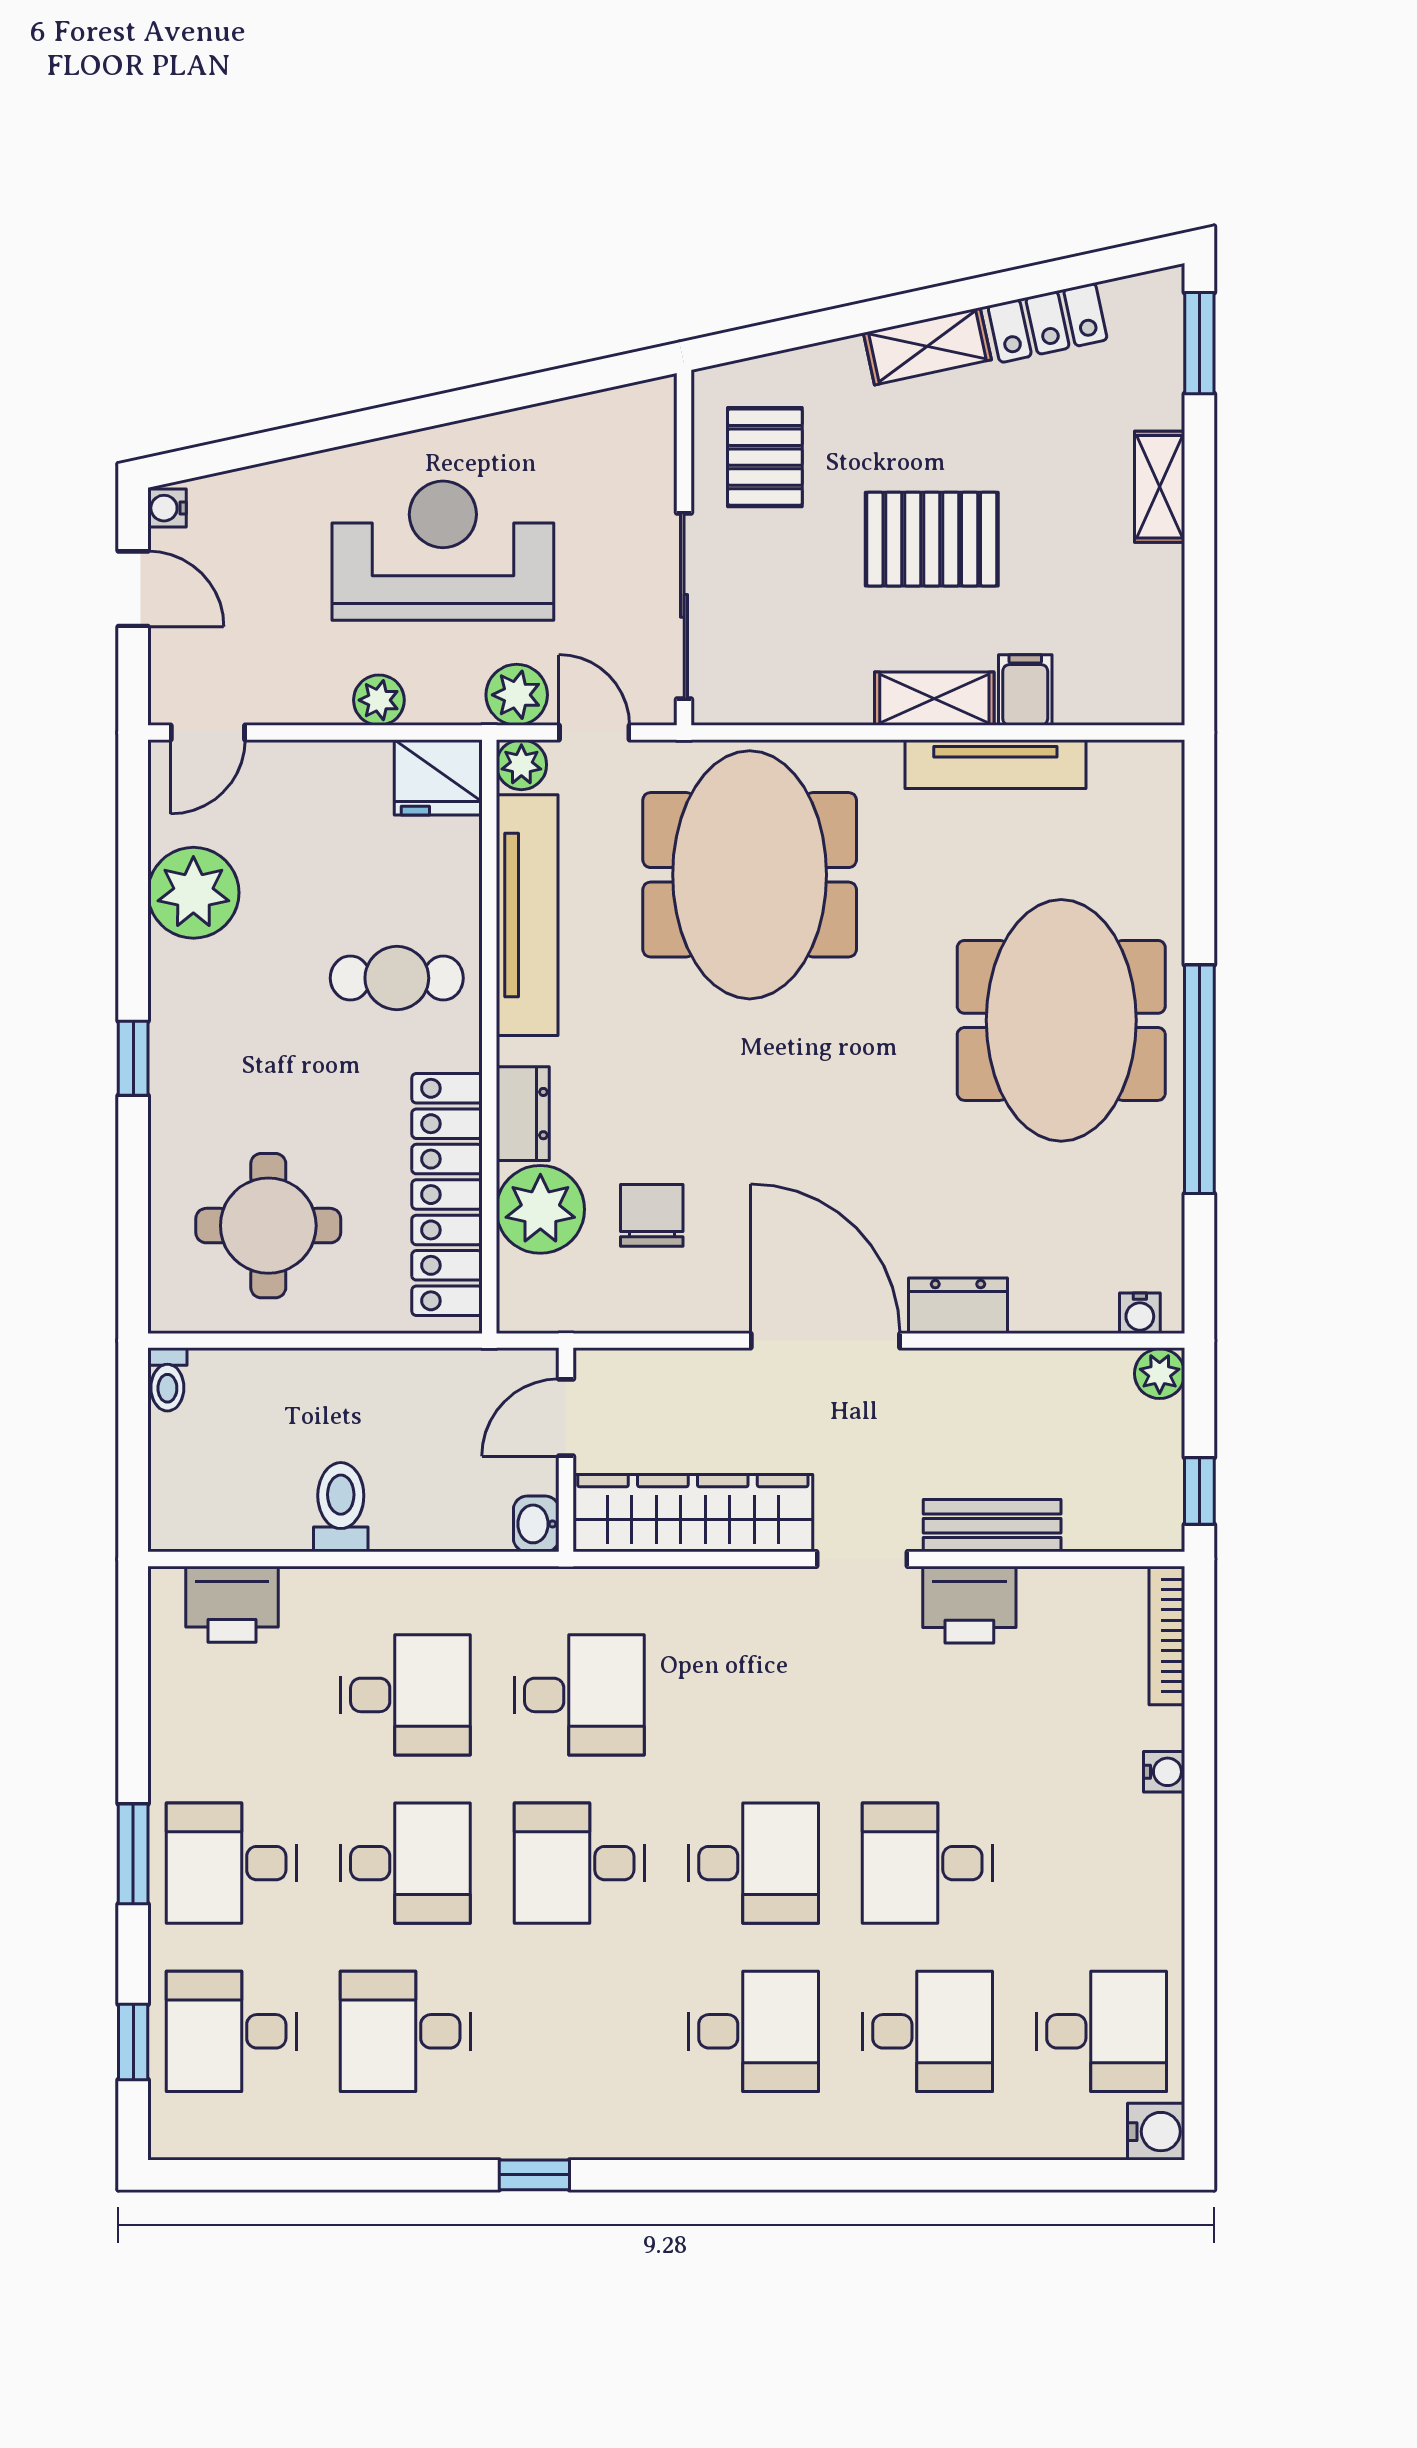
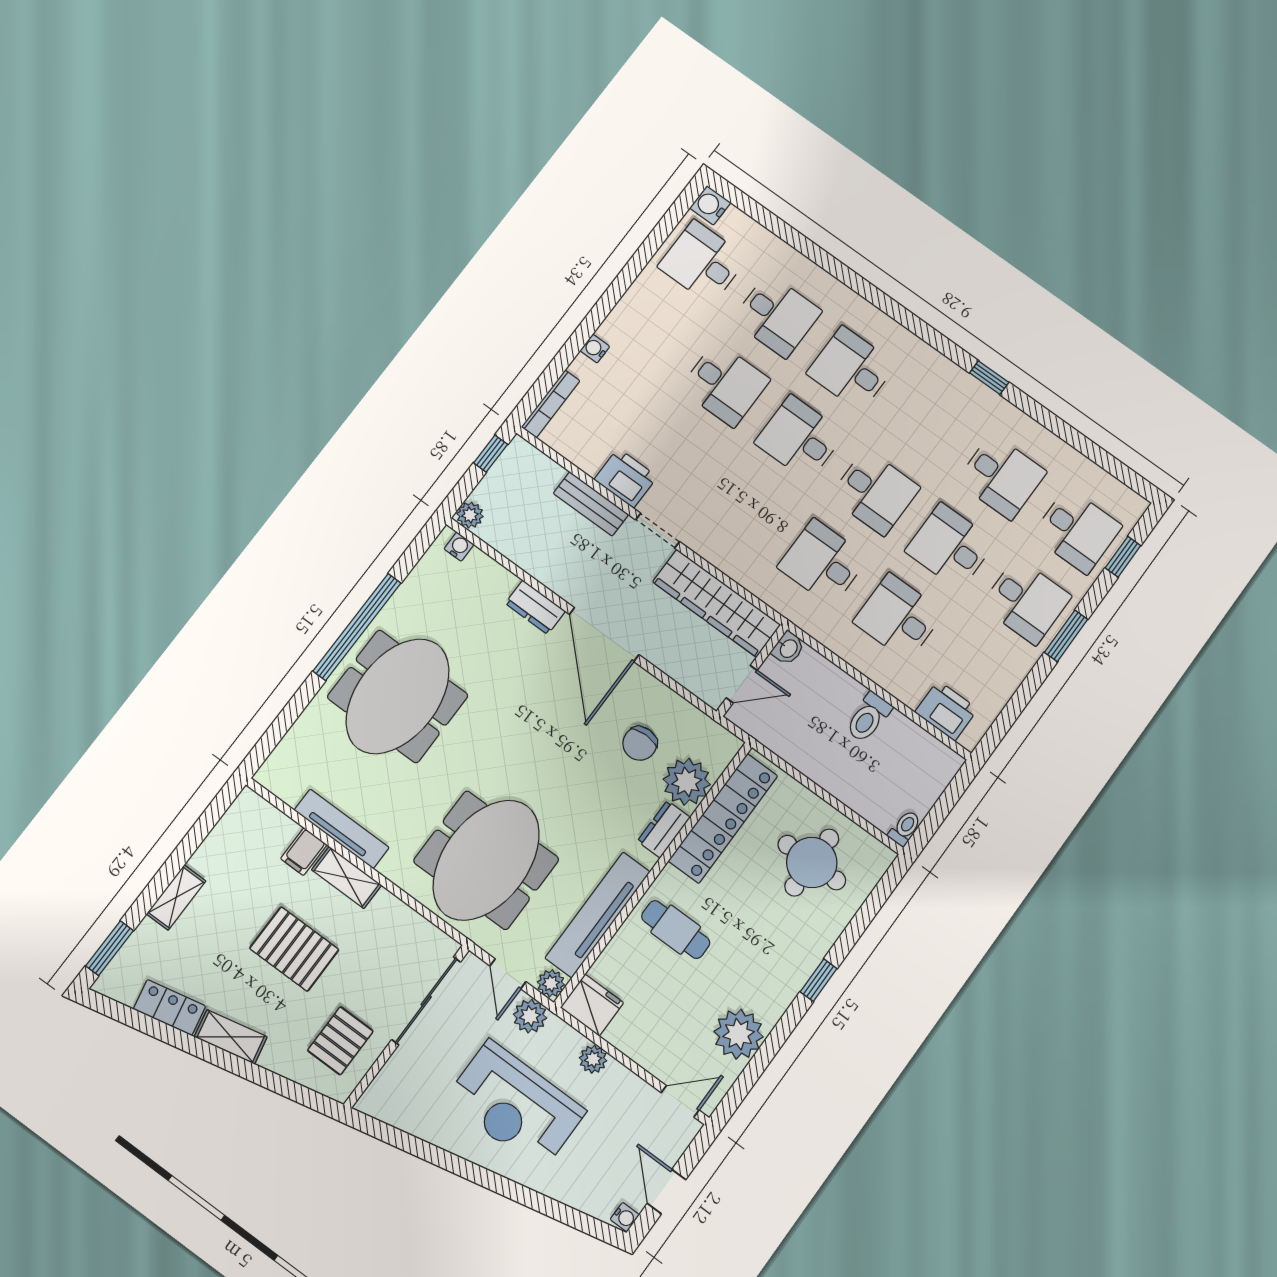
desk: (927, 2031) -> (777, 316), turned 180

